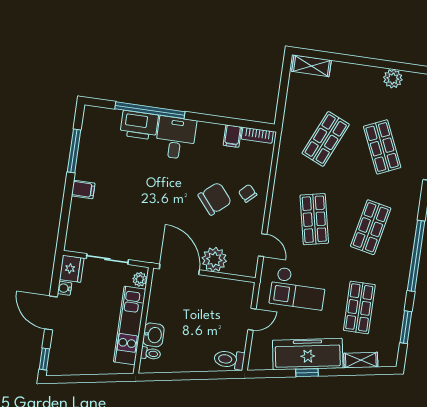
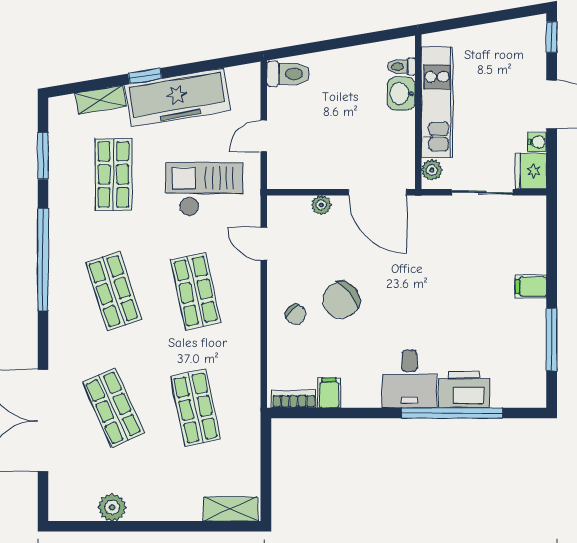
shop shelf: (326, 139) -> (195, 408), turned -36
shop shelf: (371, 227) -> (113, 291), turned -30
plant: (214, 260) -> (321, 205), width x0.53, depth x0.53
window: (307, 373) -> (145, 76), moved

